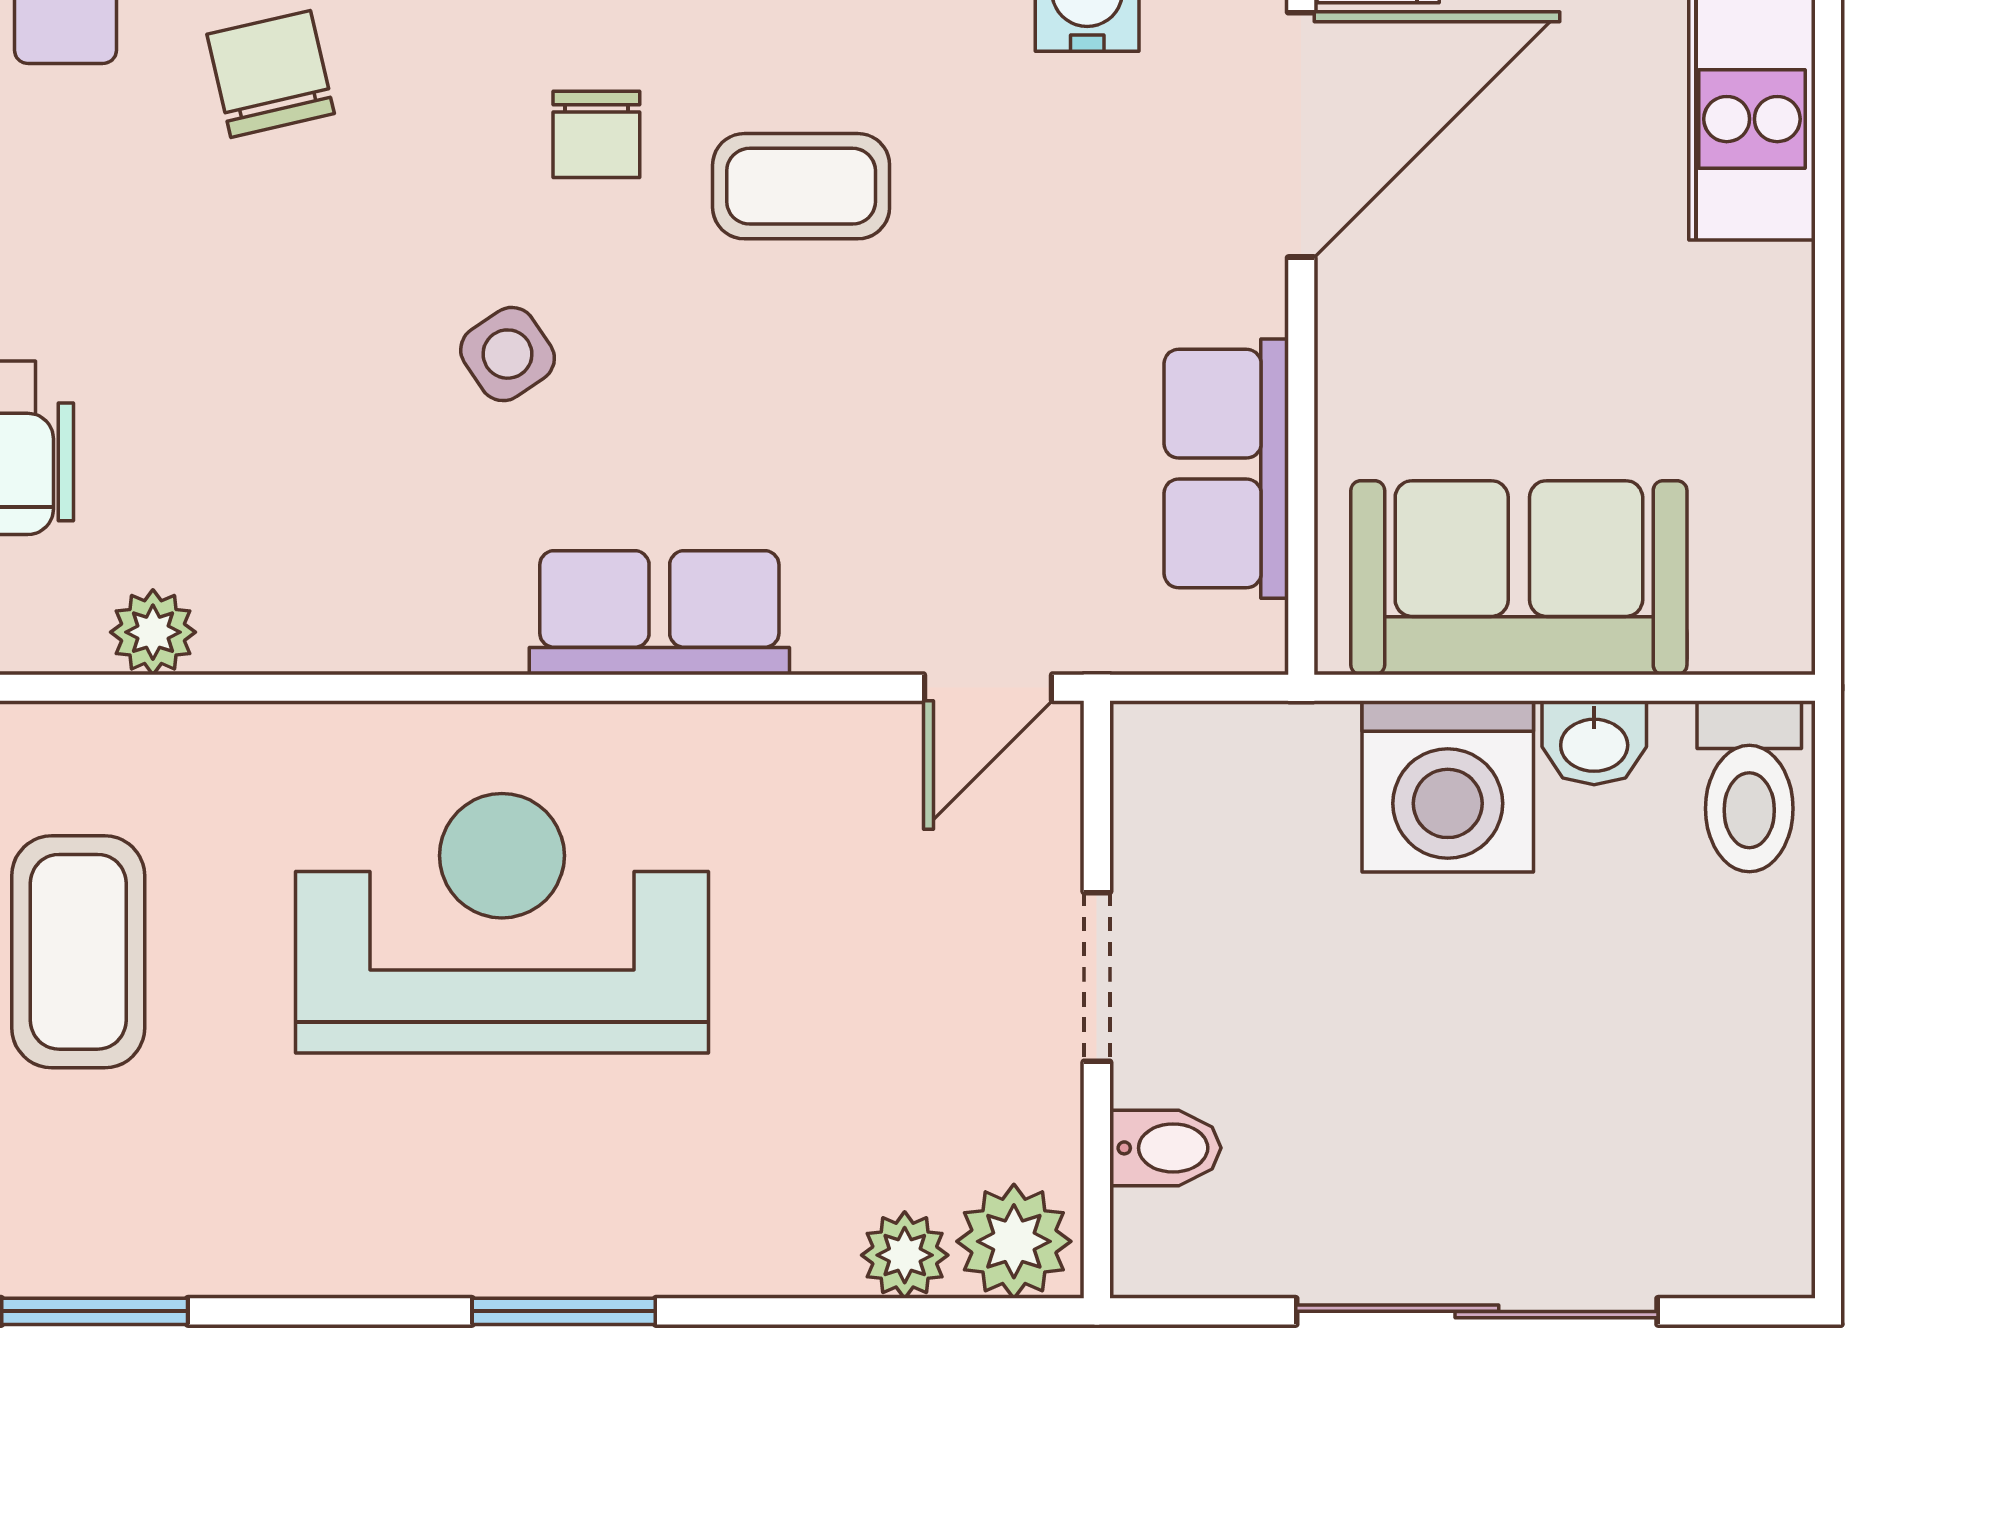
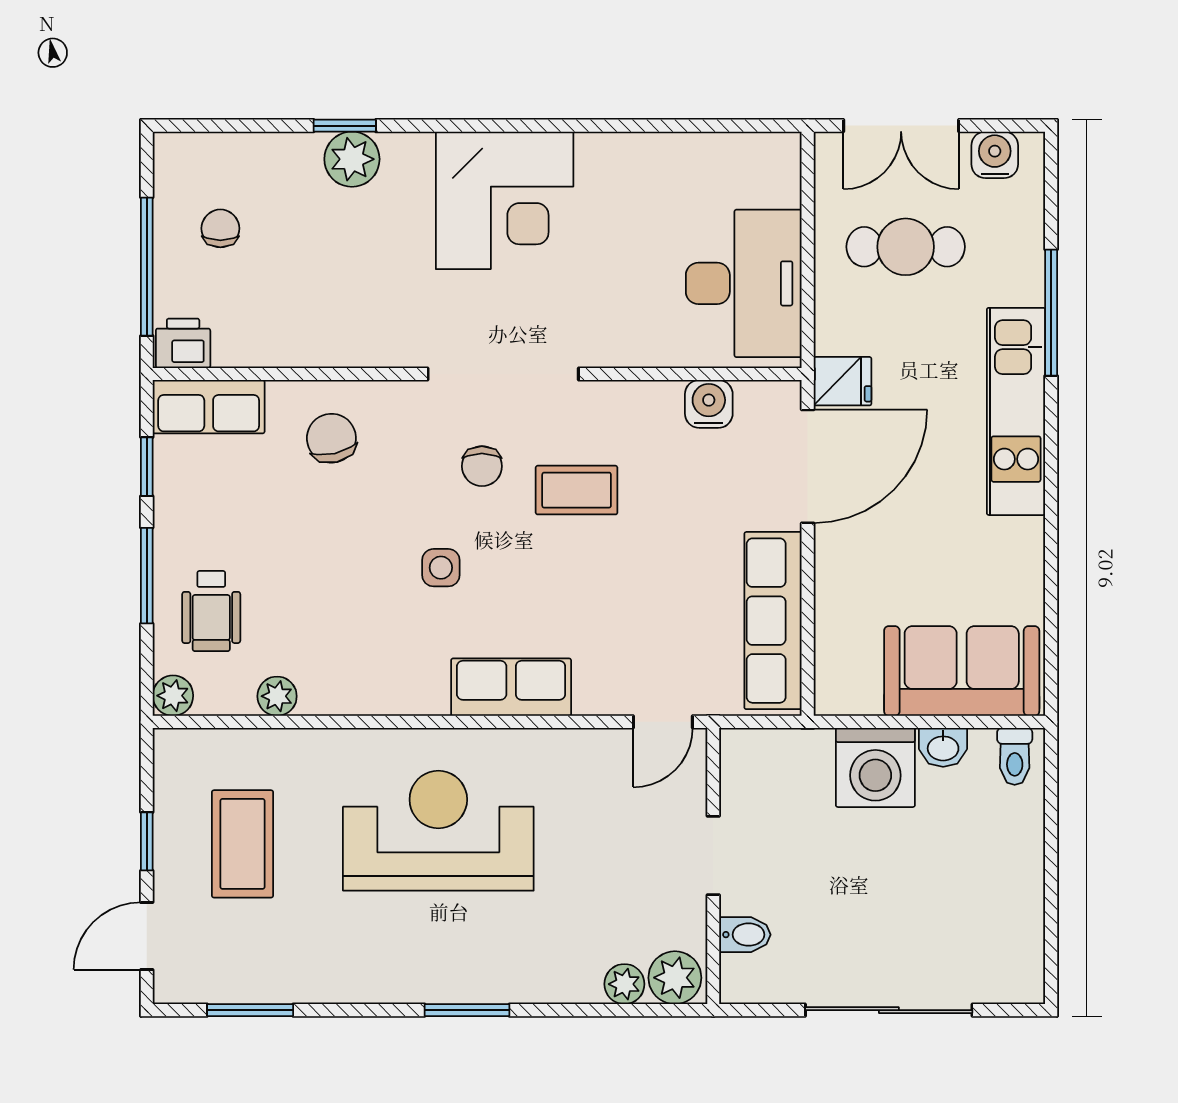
side table: (508, 354) -> (441, 568), turned 34
row of seats: (1226, 469) -> (773, 621), width x1.48
sofa: (1519, 578) -> (962, 671), moved
toilet: (1749, 786) -> (1015, 756), width x0.73, depth x0.72

